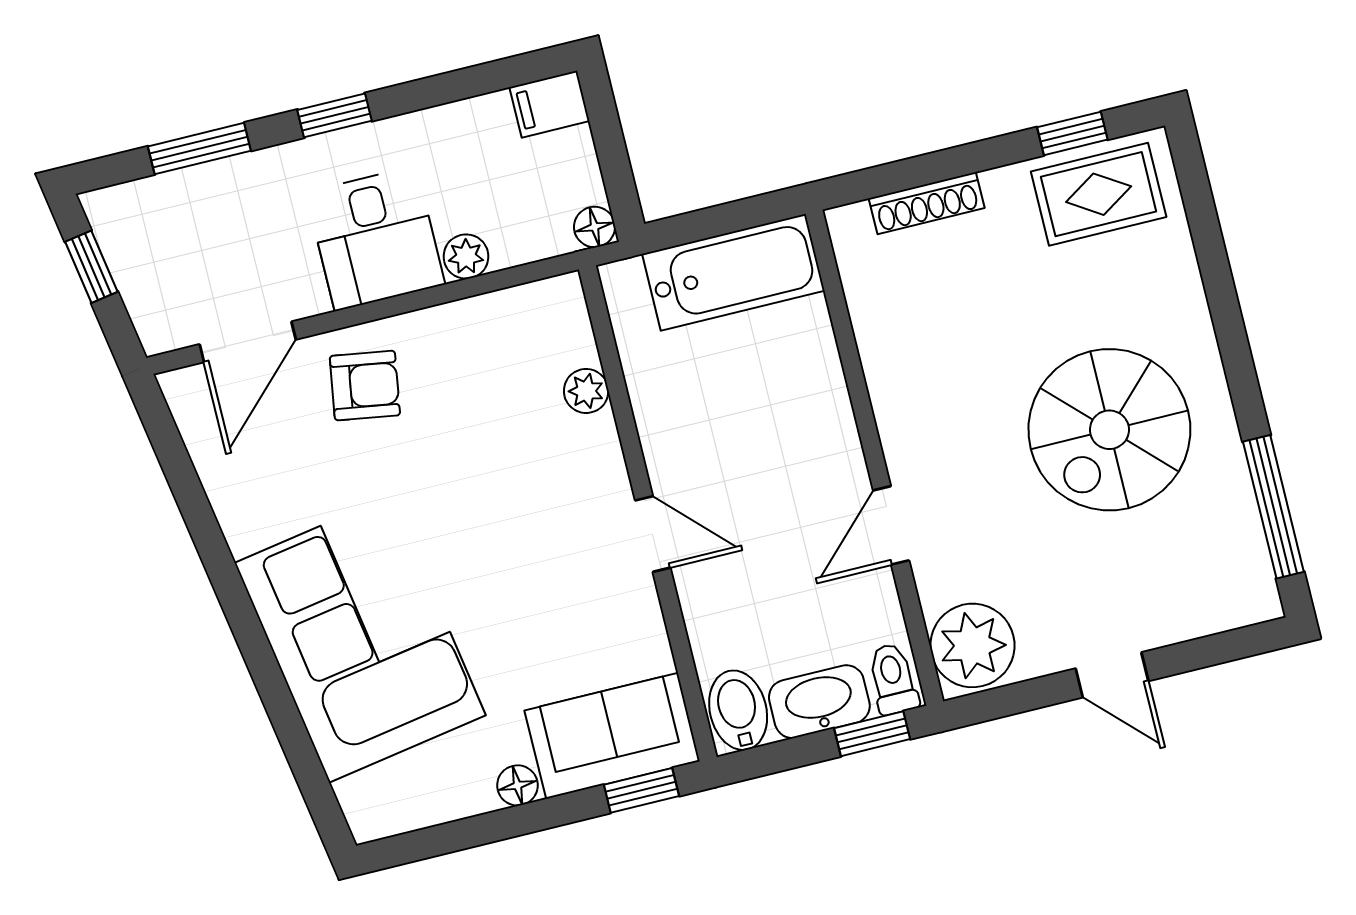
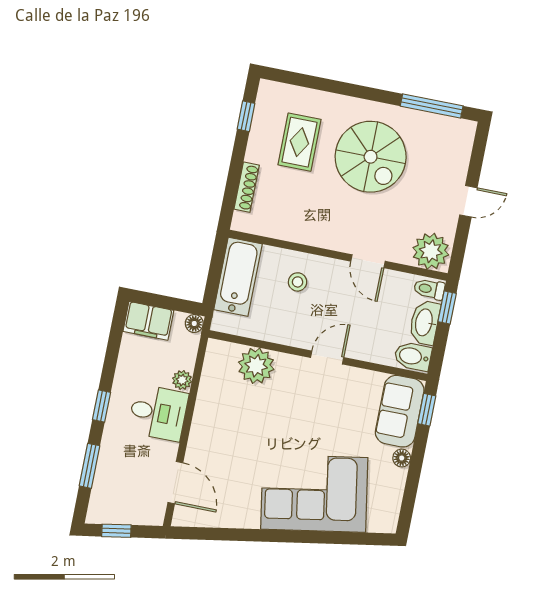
filing cabinet: (549, 104) -> (148, 321), width x2.00
rug: (1099, 194) -> (299, 142), moved
armchair: (365, 386) -> (215, 444), removed
plant: (586, 391) -> (256, 366), width x1.88, depth x1.88
stool: (780, 400) -> (298, 282), added

